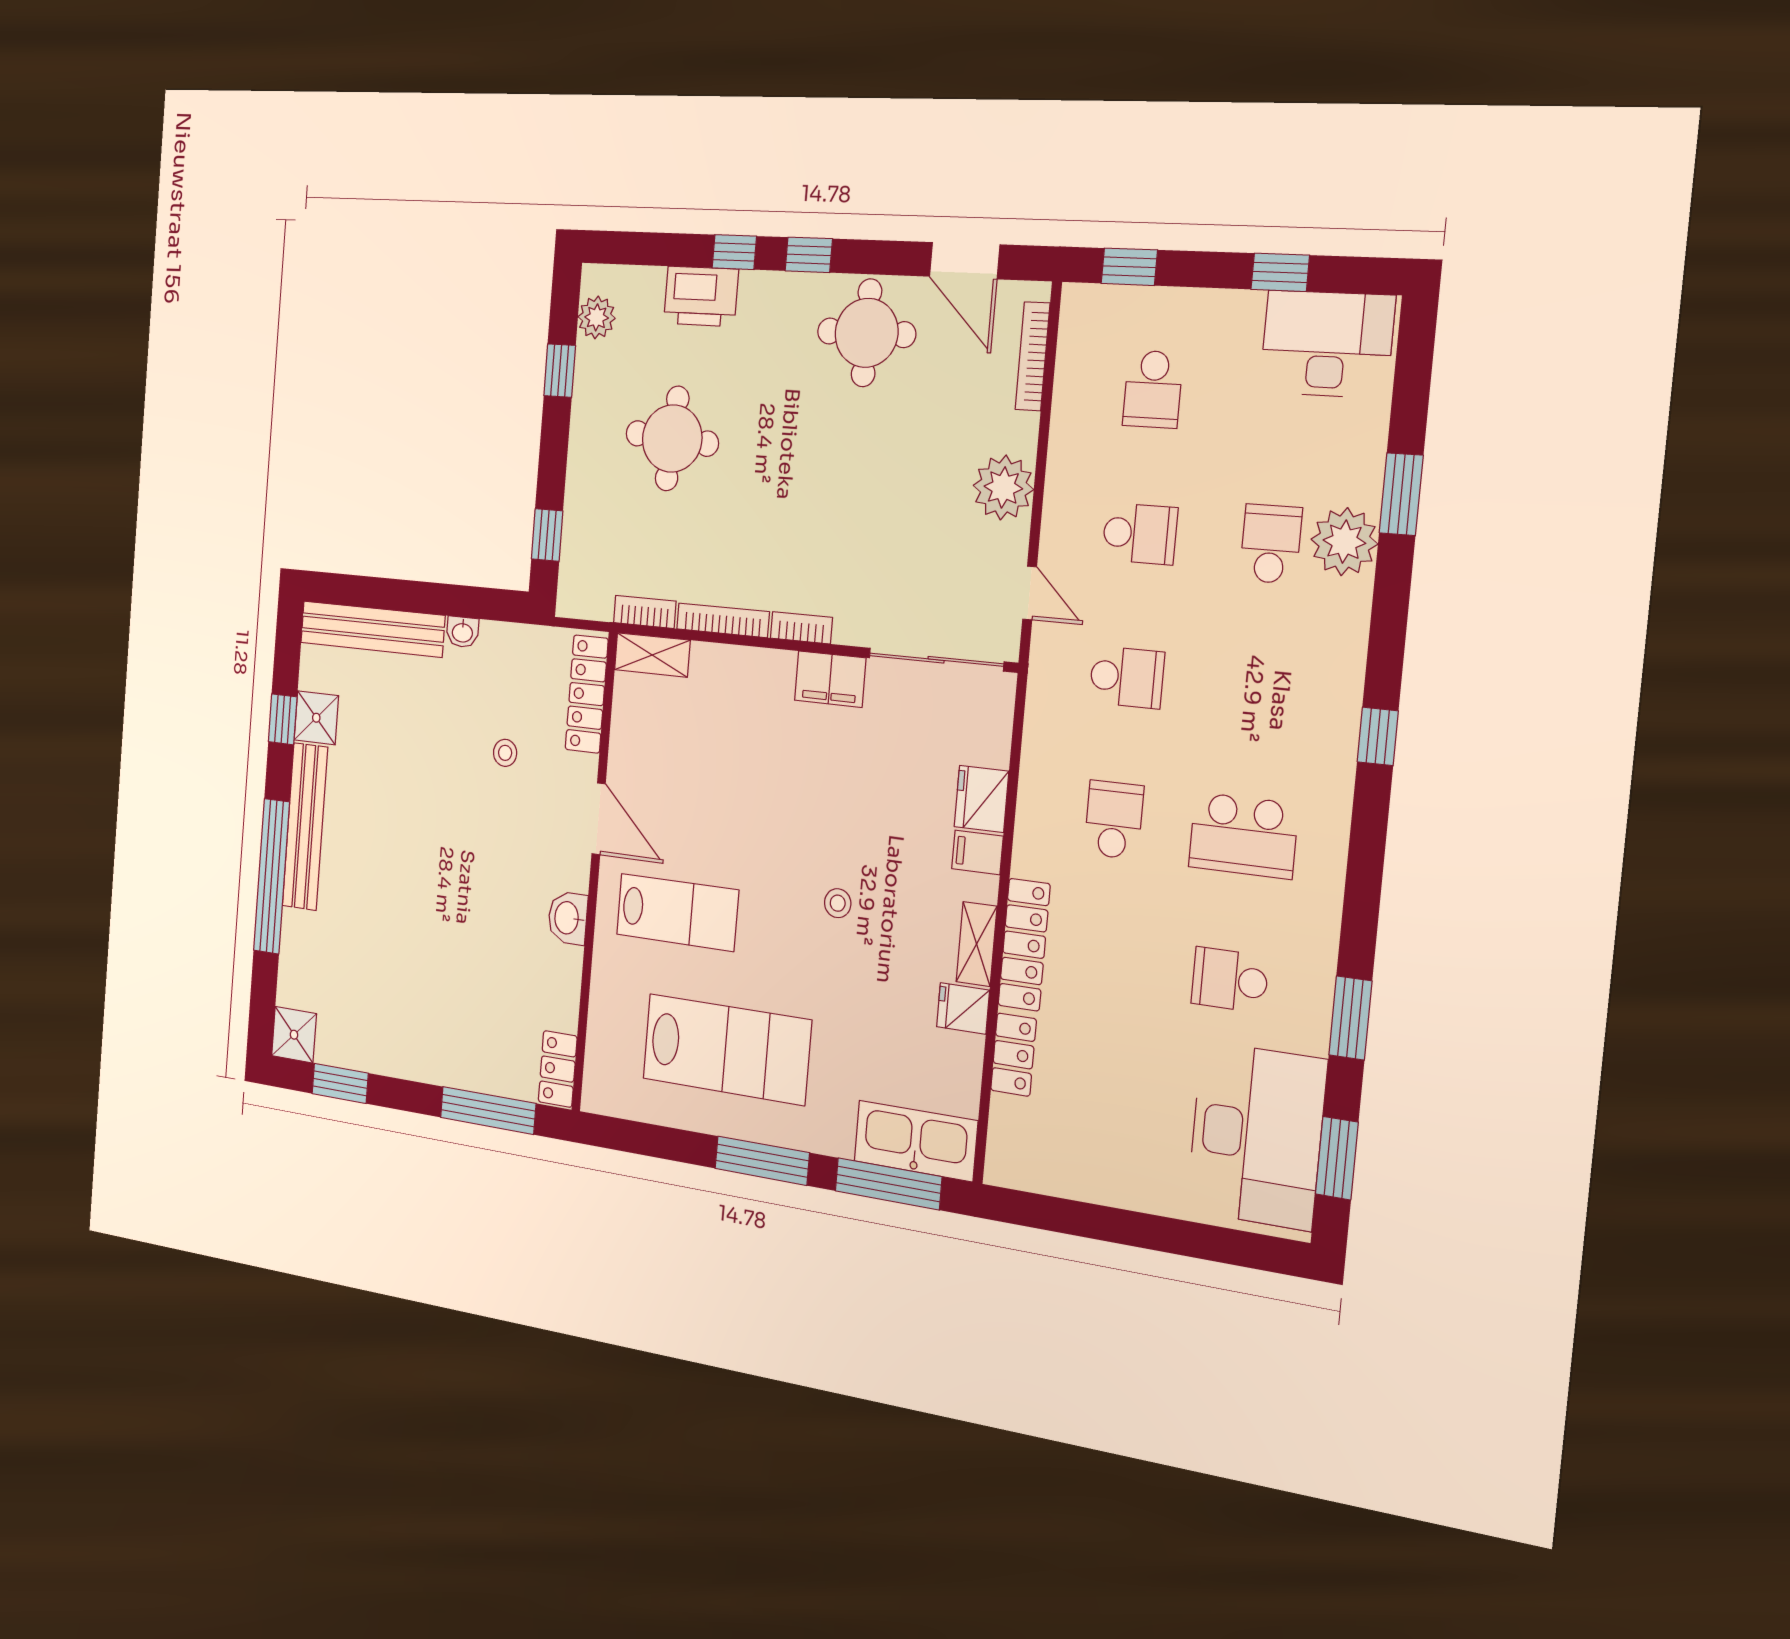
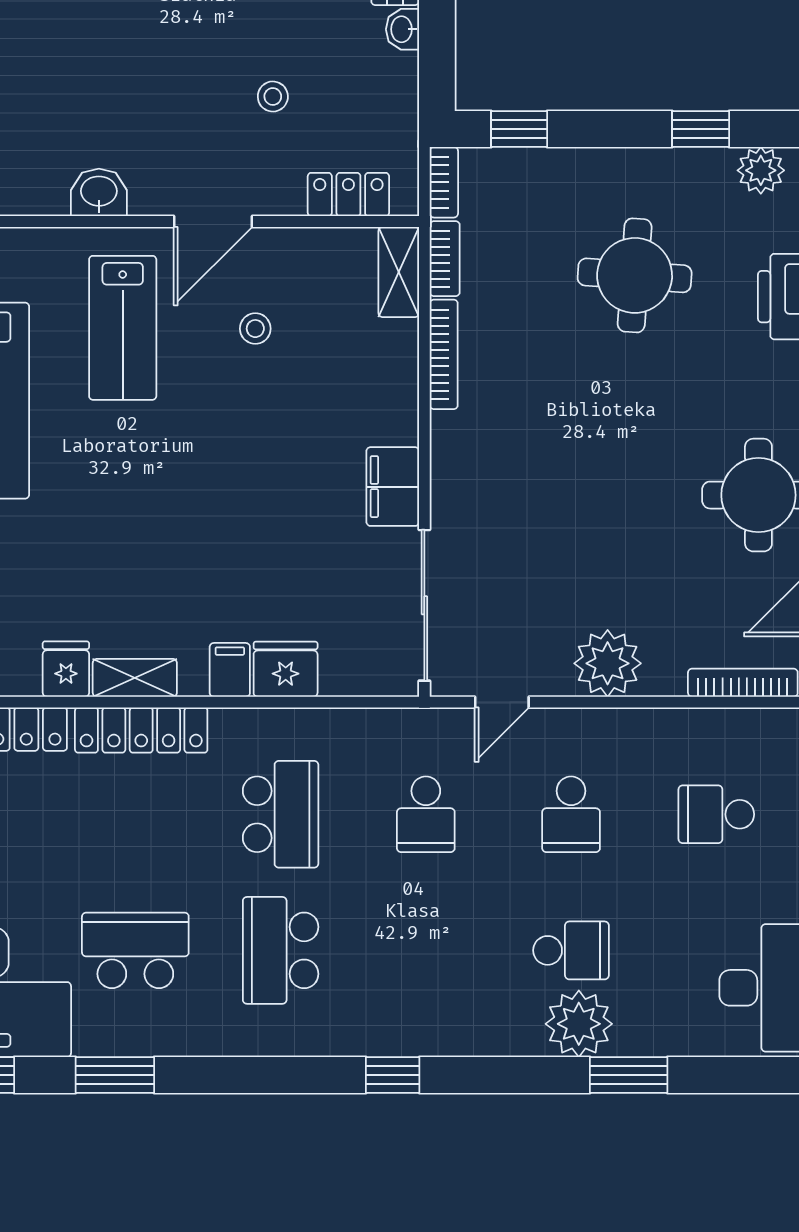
bookcase: (801, 628) -> (444, 182), moved
locker: (587, 694) -> (348, 195), width x0.66
school desk: (1114, 820) -> (281, 814), width x1.85
stool: (838, 903) -> (255, 329), moved
school desk: (1230, 980) -> (135, 950), width x1.85

